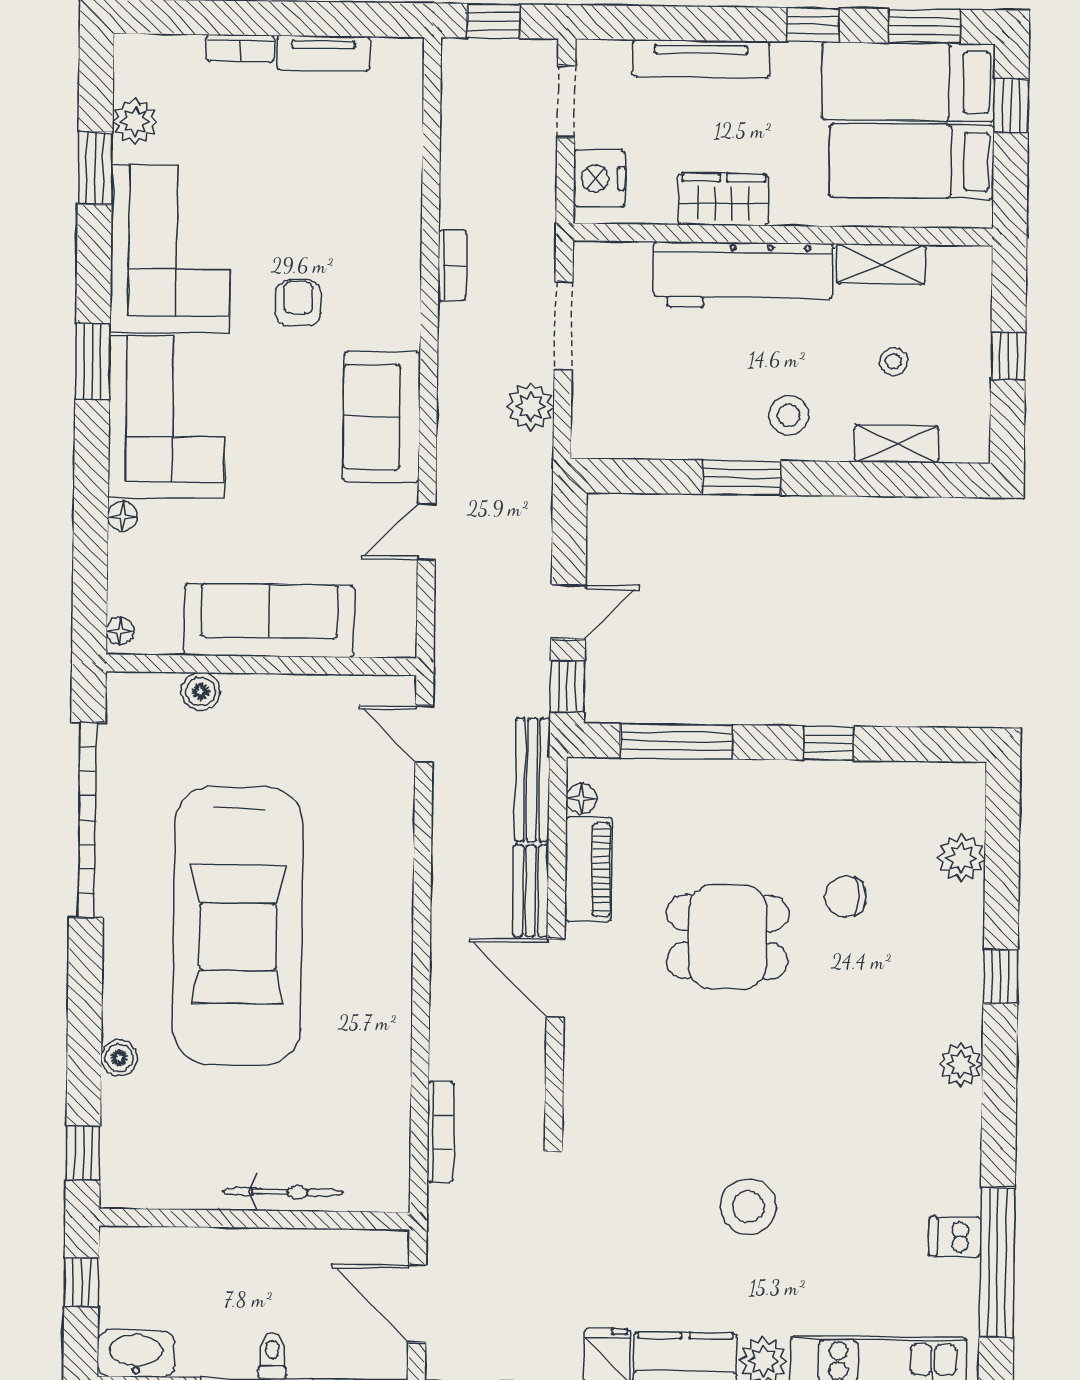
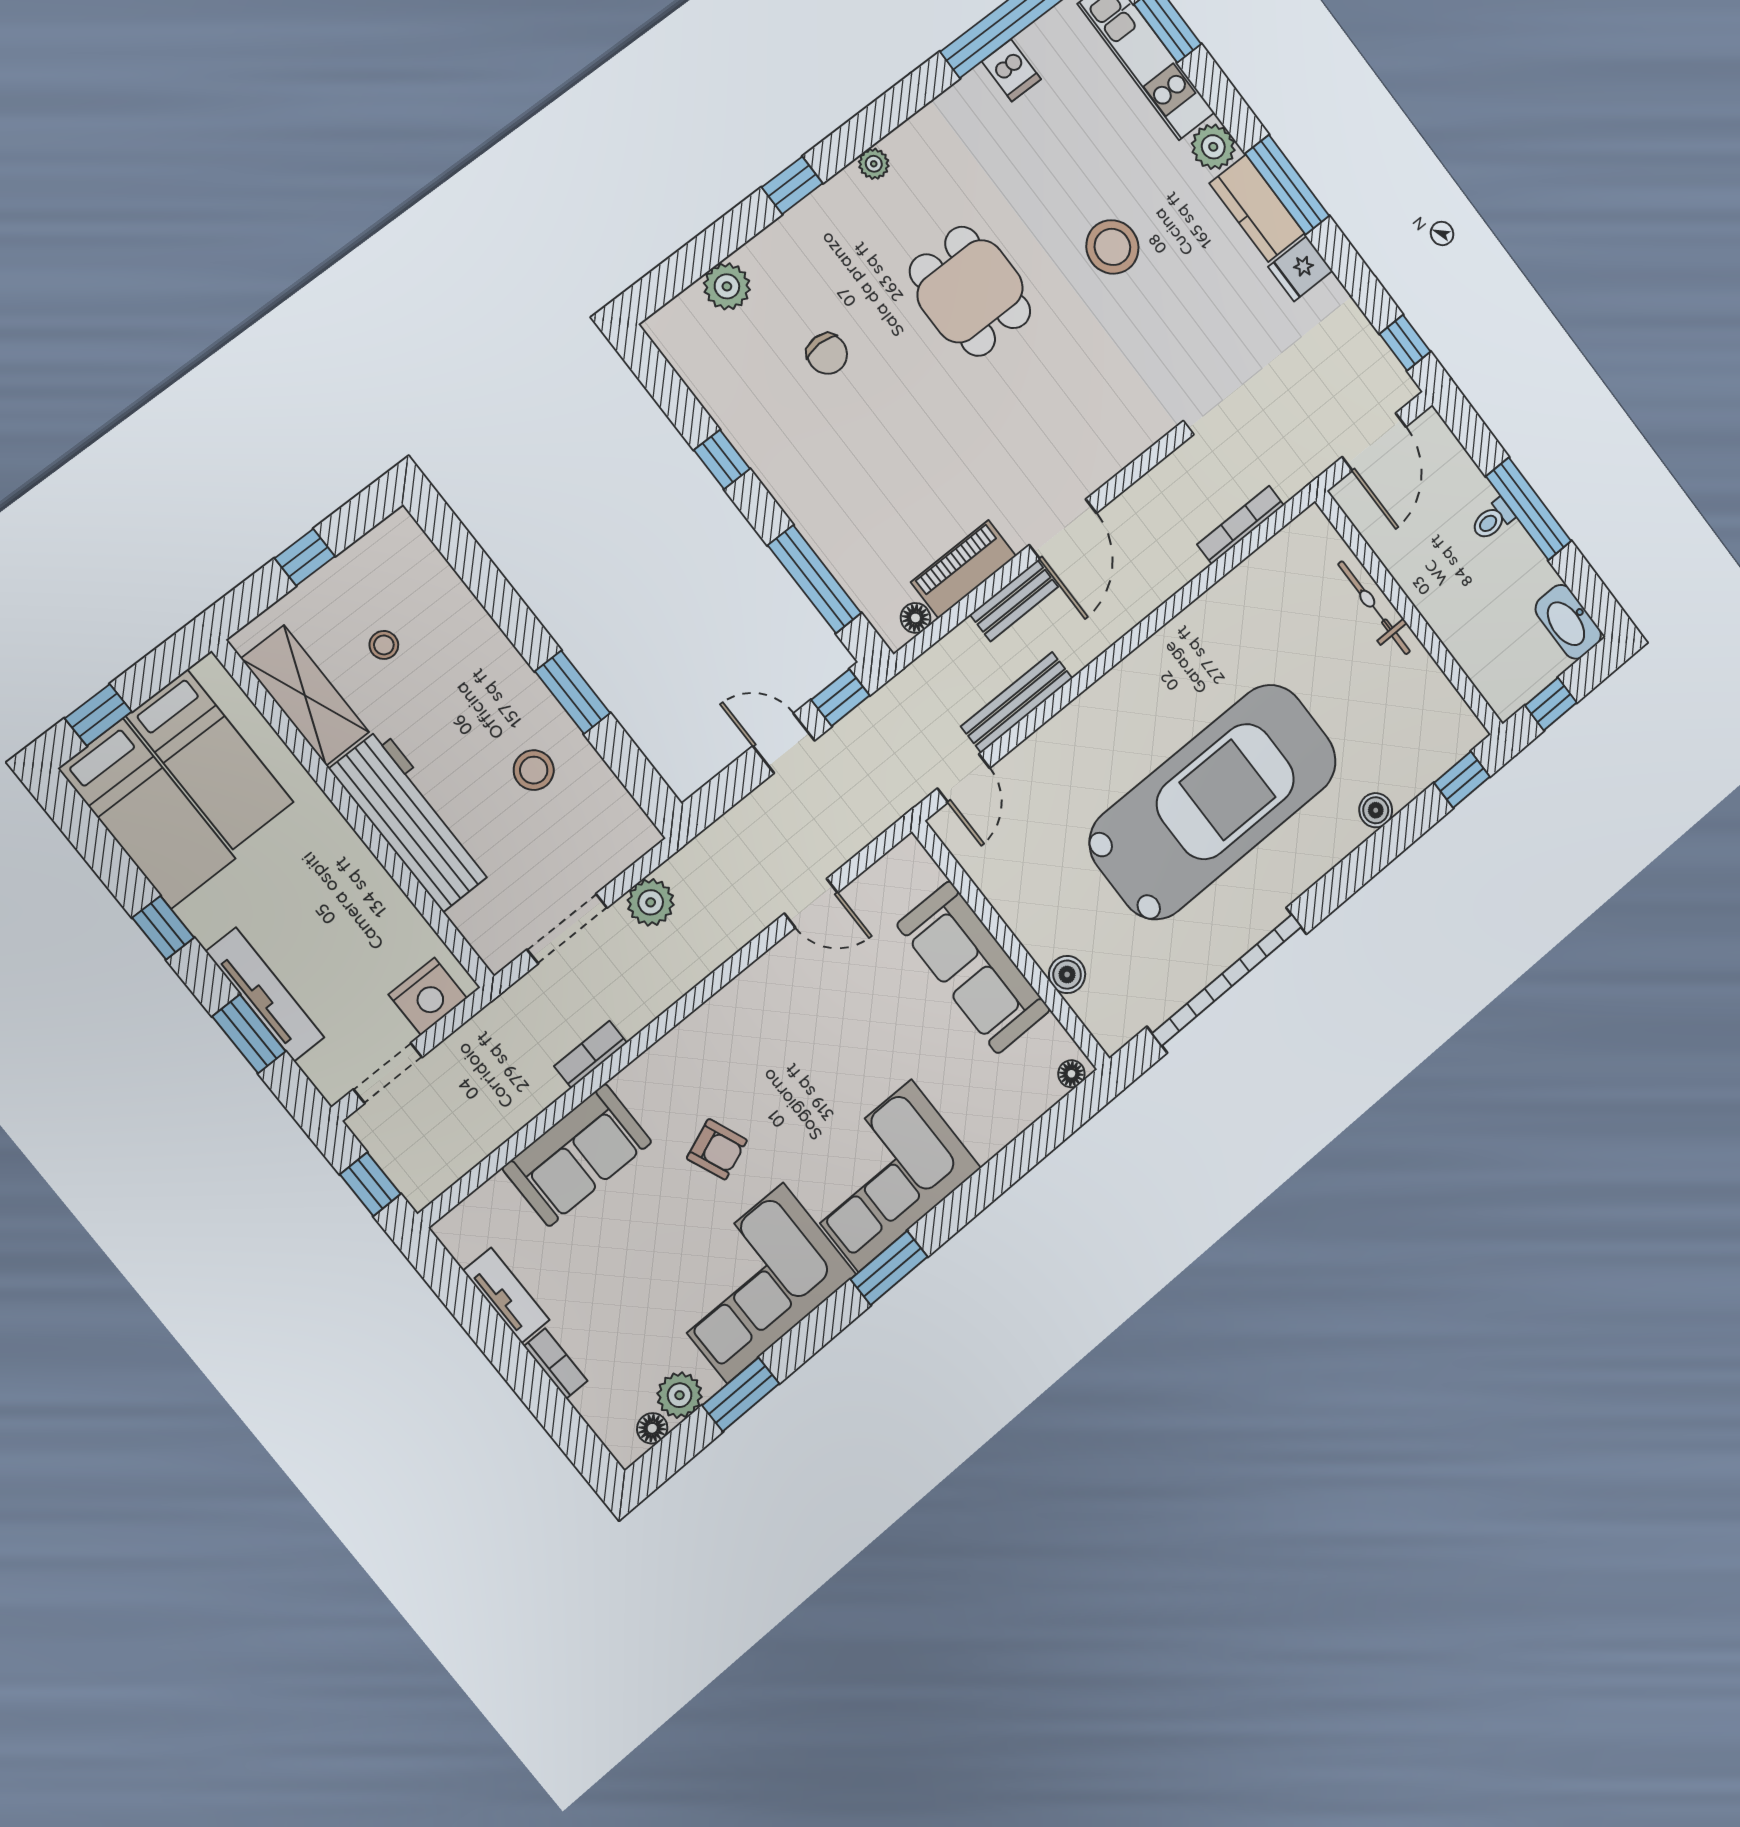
window: (924, 26) -> (249, 1034), moved
wardrobe: (723, 199) -> (364, 885), removed
shelving: (881, 264) -> (305, 695), width x1.50, depth x1.33
armchair: (298, 303) -> (717, 1149), turned -112
stool: (789, 415) -> (534, 770), moved
sofa: (382, 417) -> (577, 1155), moved
shelving: (897, 444) -> (447, 591), removed
floor lamp: (123, 516) -> (652, 1428), moved
bench: (532, 780) -> (1017, 702), moved
dining table: (727, 937) -> (970, 291), moved
plant: (961, 1065) -> (874, 164), width x0.73, depth x0.73

